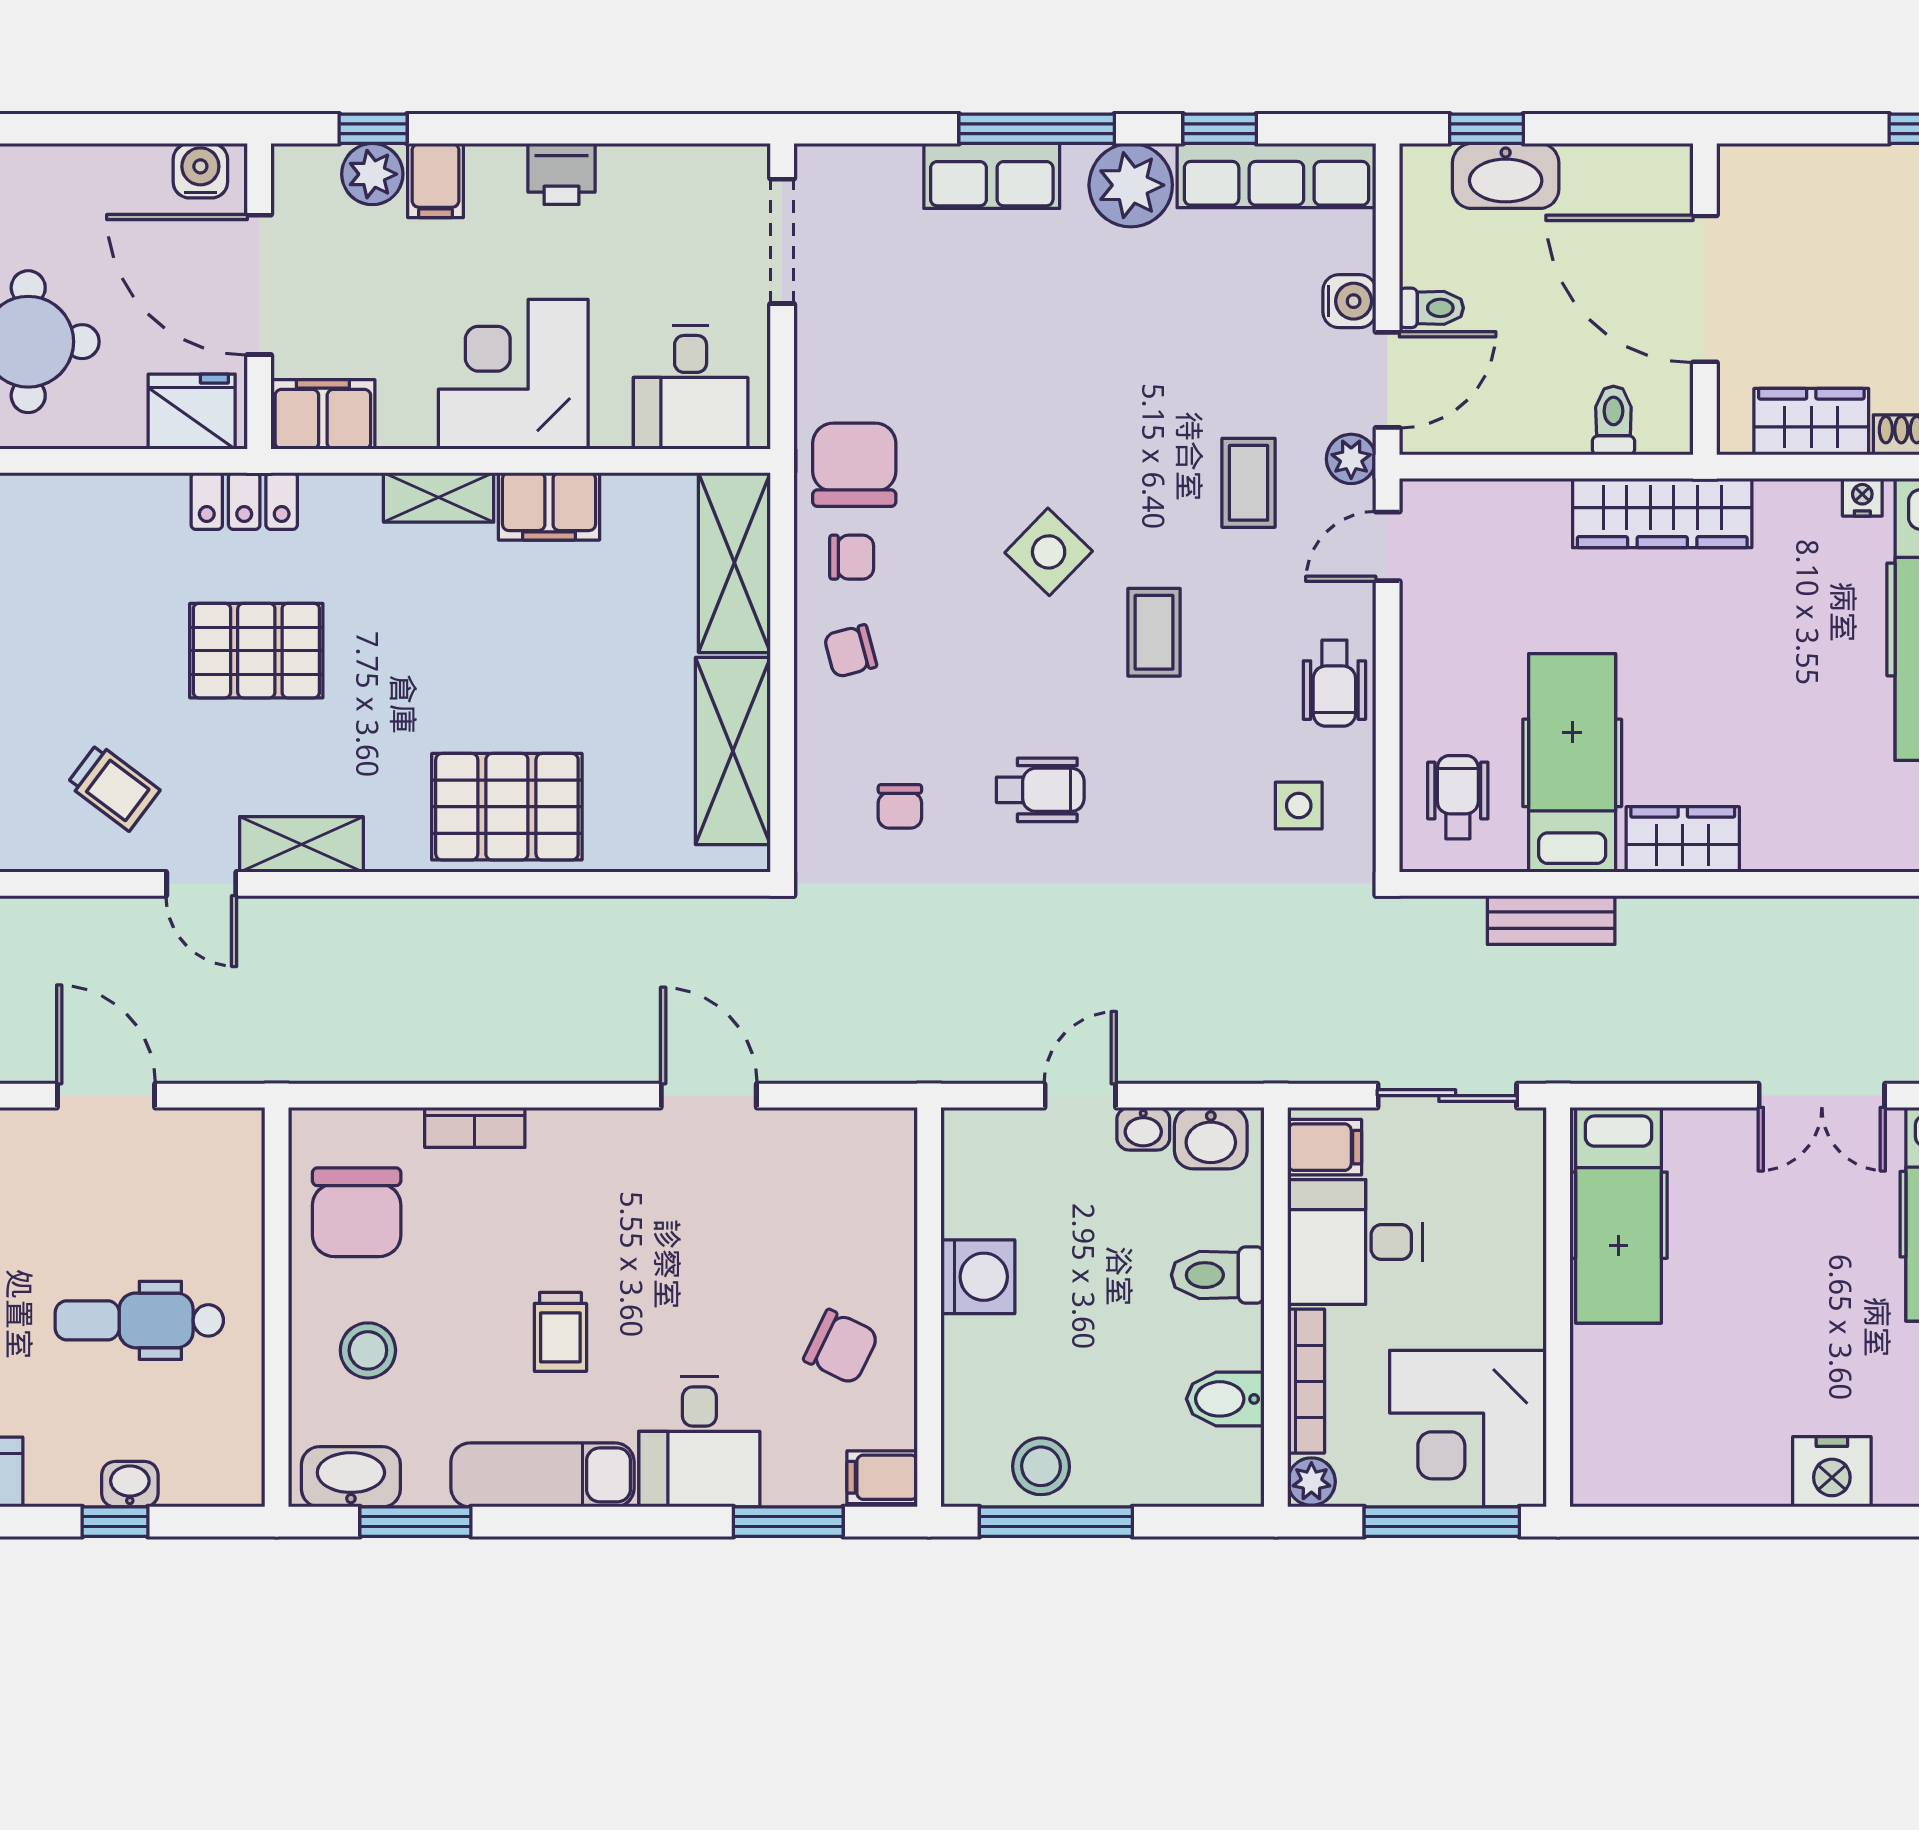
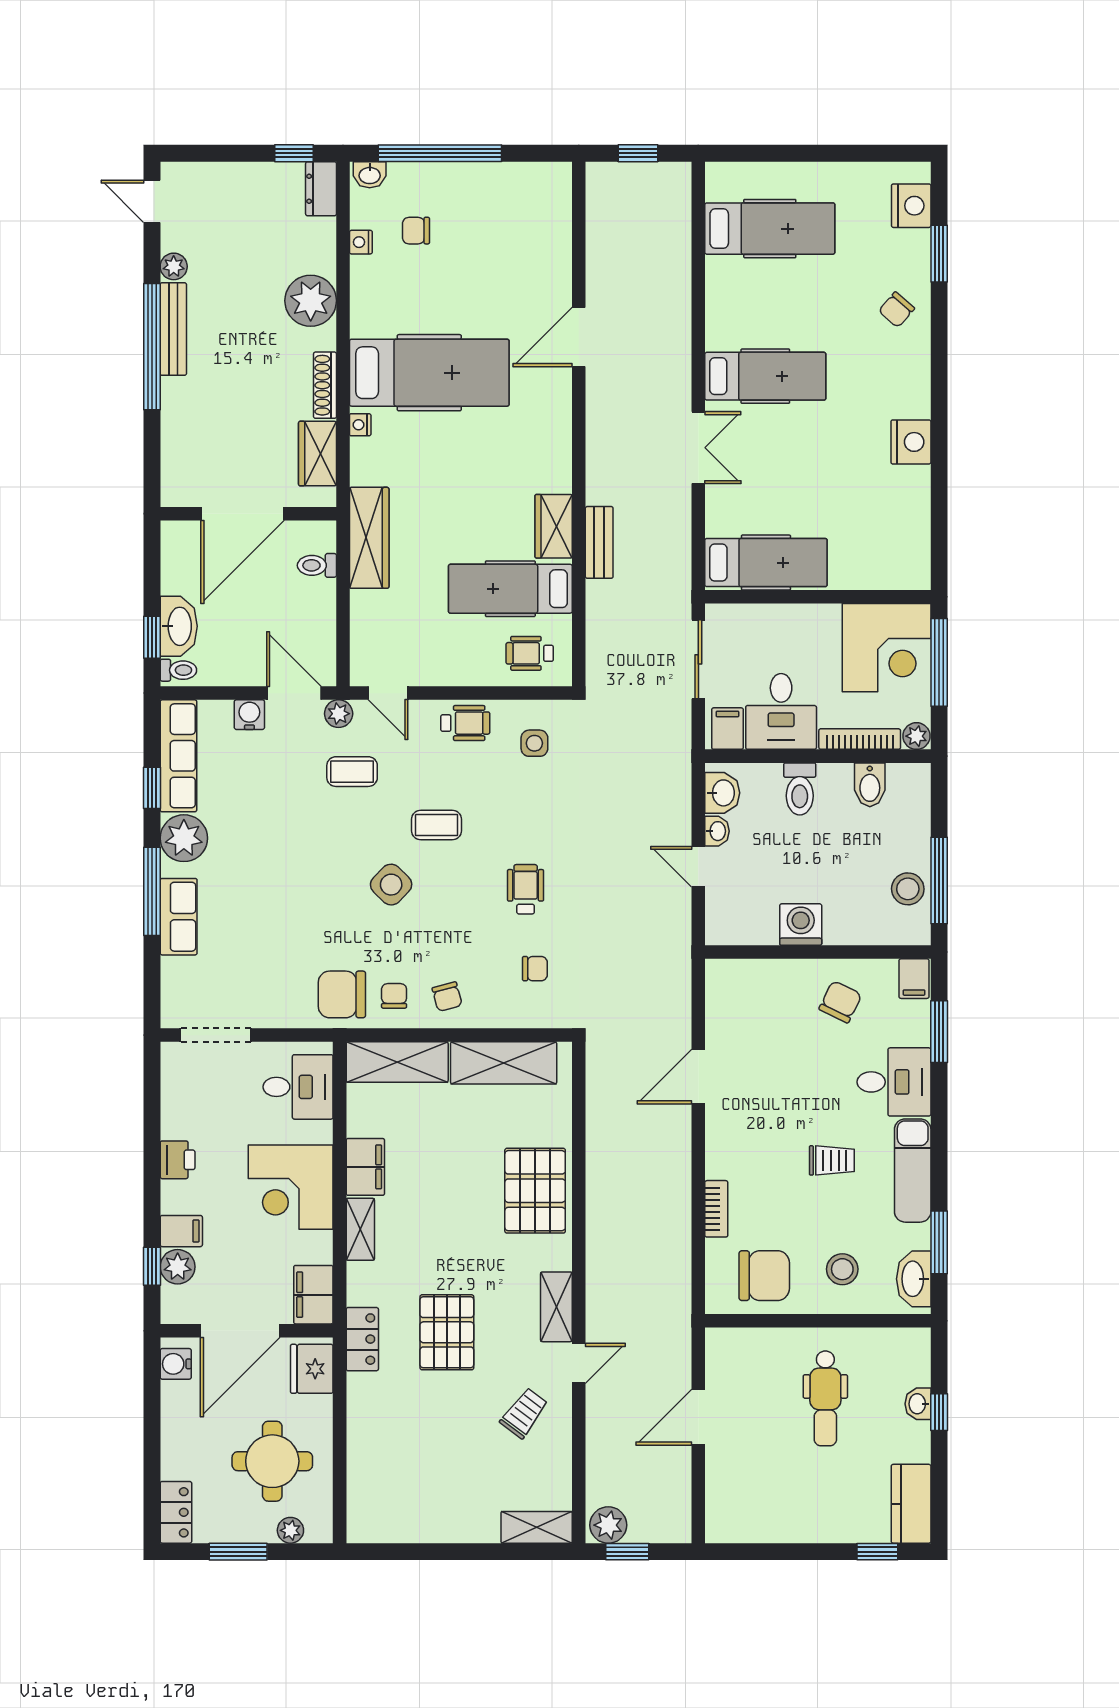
toilet: (1431, 308) -> (178, 670), moved, turned 90
bench: (1551, 920) -> (599, 542), moved

